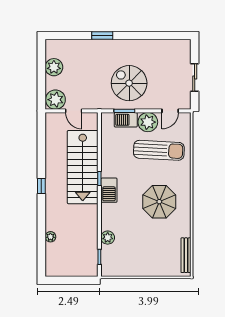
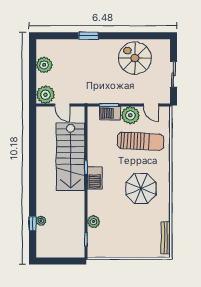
spiral stairs: (129, 83) -> (135, 58), moved
door: (170, 111) -> (151, 105), hinge flipped
window: (41, 186) -> (33, 224), moved

